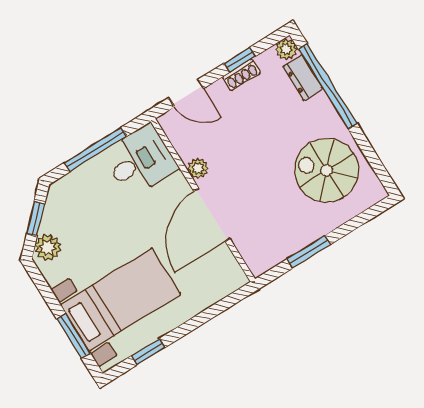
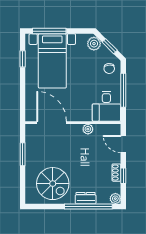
dresser: (303, 78) -> (86, 198), moved
door: (186, 93) -> (123, 144), hinge flipped
spiral stairs: (327, 170) -> (53, 184), turned 90
chair: (74, 196) -> (109, 68), added
door: (212, 215) -> (52, 123), moved
window: (73, 336) -> (49, 31), width x1.44

